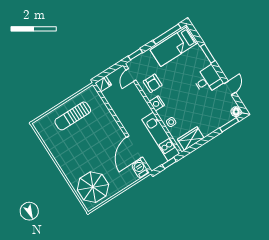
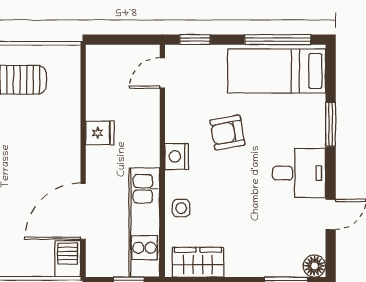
armchair: (153, 83) -> (227, 133), moved, turned 80
fridge: (103, 84) -> (100, 133), moved

